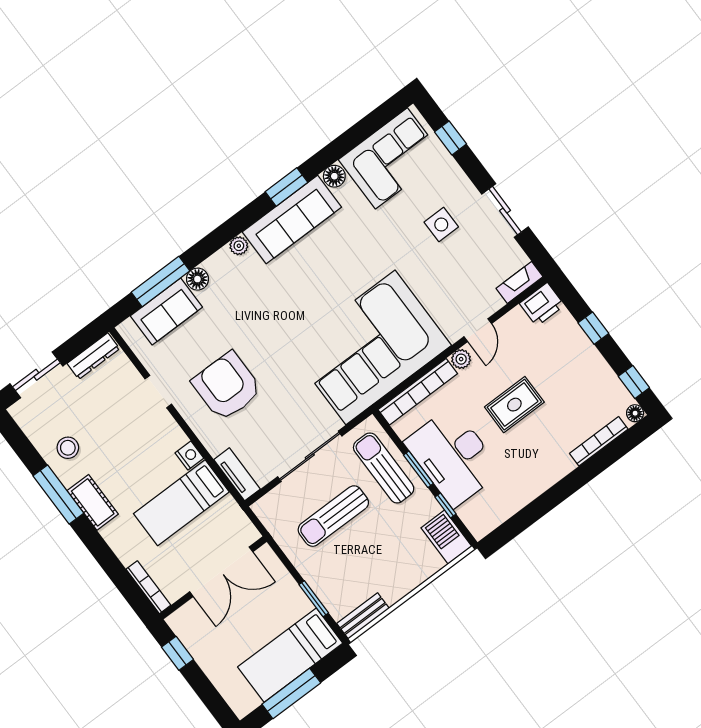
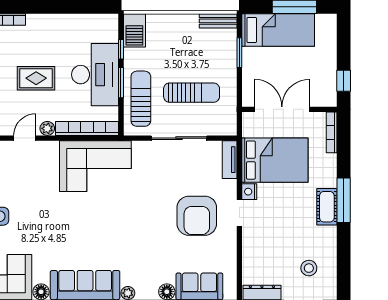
corner sofa: (370, 347) -> (95, 166), width x0.73, depth x0.74
doorway: (158, 392) -> (239, 213), moved
stool: (68, 448) -> (309, 268), moved
sun lounger: (384, 468) -> (141, 99), turned 180
window: (58, 495) -> (344, 200), moved
bed: (181, 503) -> (275, 160), width x1.50

